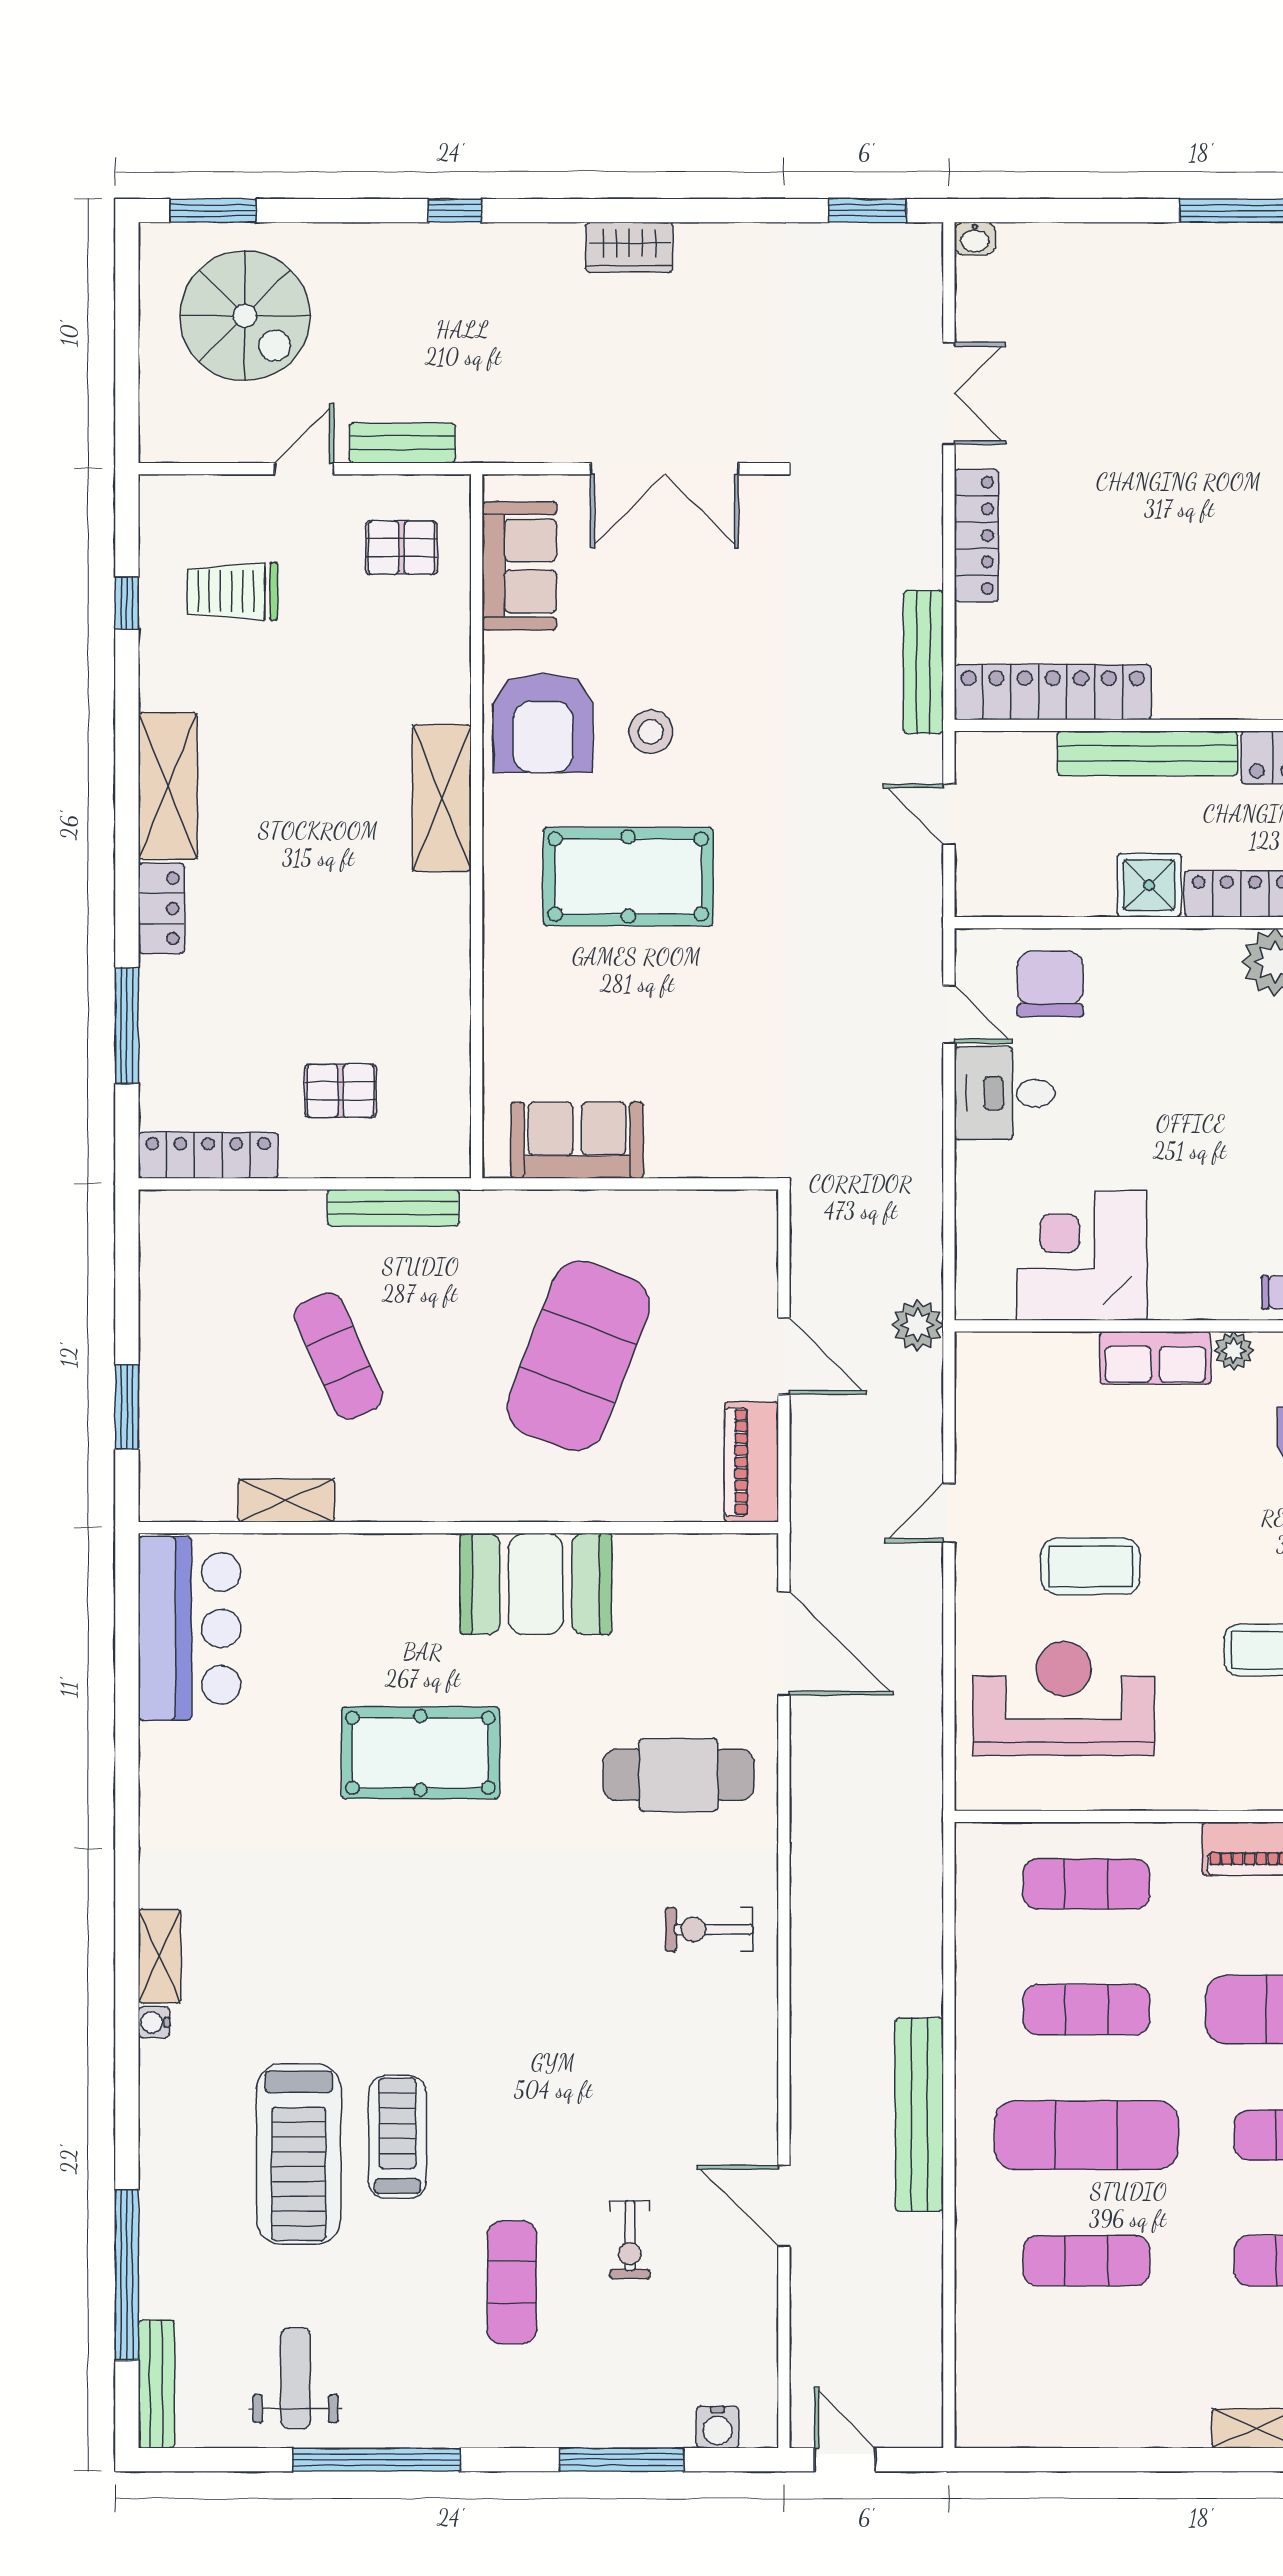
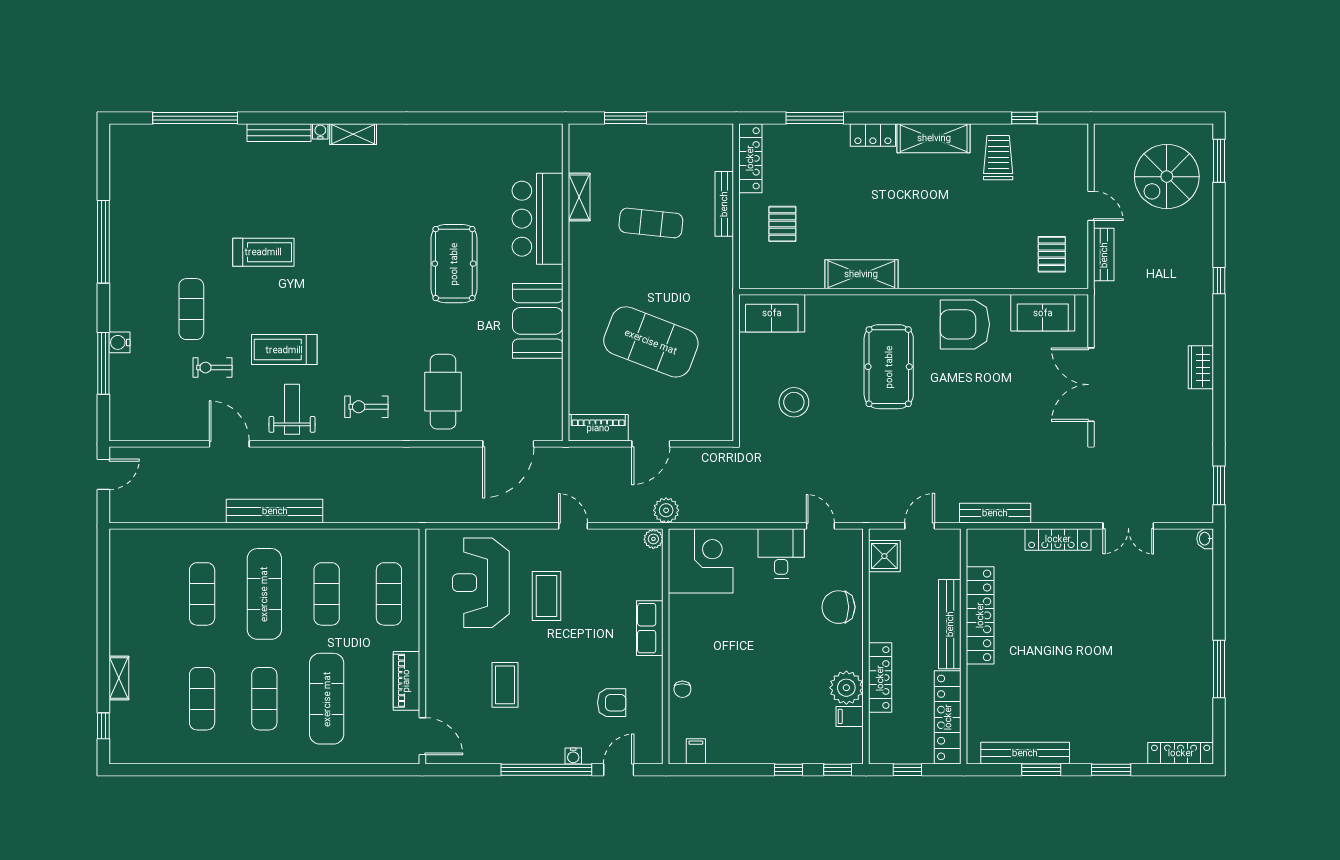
trolley: (232, 591) -> (998, 158), moved
locker: (1053, 692) -> (980, 615), moved
stool: (651, 732) -> (794, 402), moved, width x1.38, depth x1.38
shelving: (442, 798) -> (861, 274), moved
shower: (1149, 885) -> (884, 556), moved
chair: (1050, 984) -> (838, 607), moved, turned 180
door: (949, 1014) -> (820, 526), swing flipped
sofa: (577, 1140) -> (772, 313), moved, turned 90
bench: (393, 1208) -> (724, 204), moved
corner desk: (1082, 1255) -> (701, 561), moved
plant: (1234, 1351) -> (653, 539), moved
exercise mat: (338, 1356) -> (651, 223), turned 30
bar counter: (189, 1628) -> (538, 219), moved, turned 90
reception desk: (1064, 1699) -> (481, 583), turned 180
exercise bike: (709, 1929) -> (366, 407), turned -90
treadmill: (299, 2154) -> (284, 350), moved, width x0.73, depth x0.73
door: (784, 2206) -> (229, 444), hinge flipped
exercise mat: (512, 2282) -> (191, 309), turned 90
weight bench: (296, 2378) -> (292, 409), moved, turned -90
bench: (156, 2384) -> (279, 133), moved
water cooler: (718, 2427) -> (119, 342), moved

